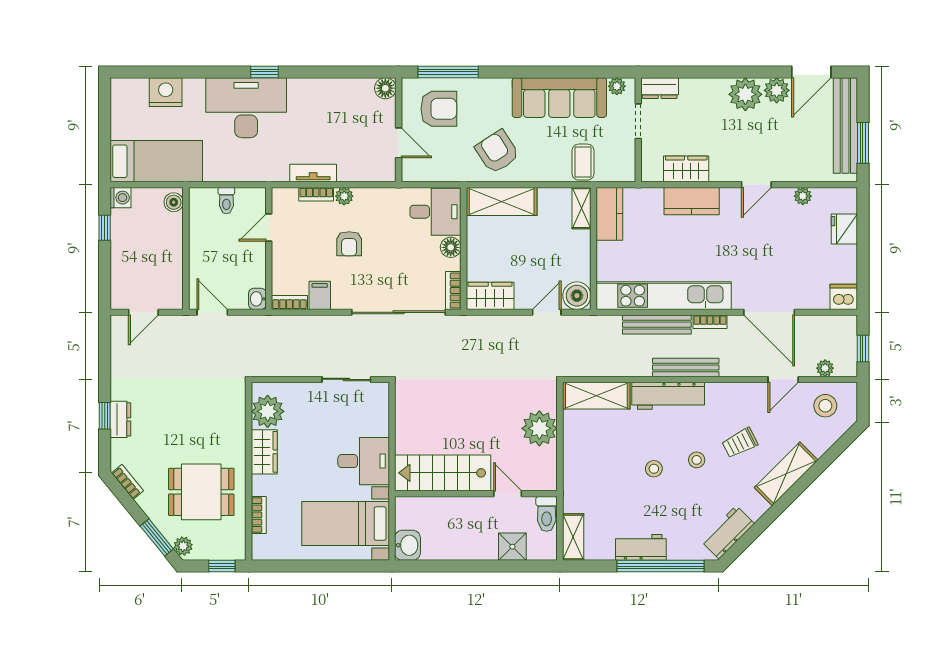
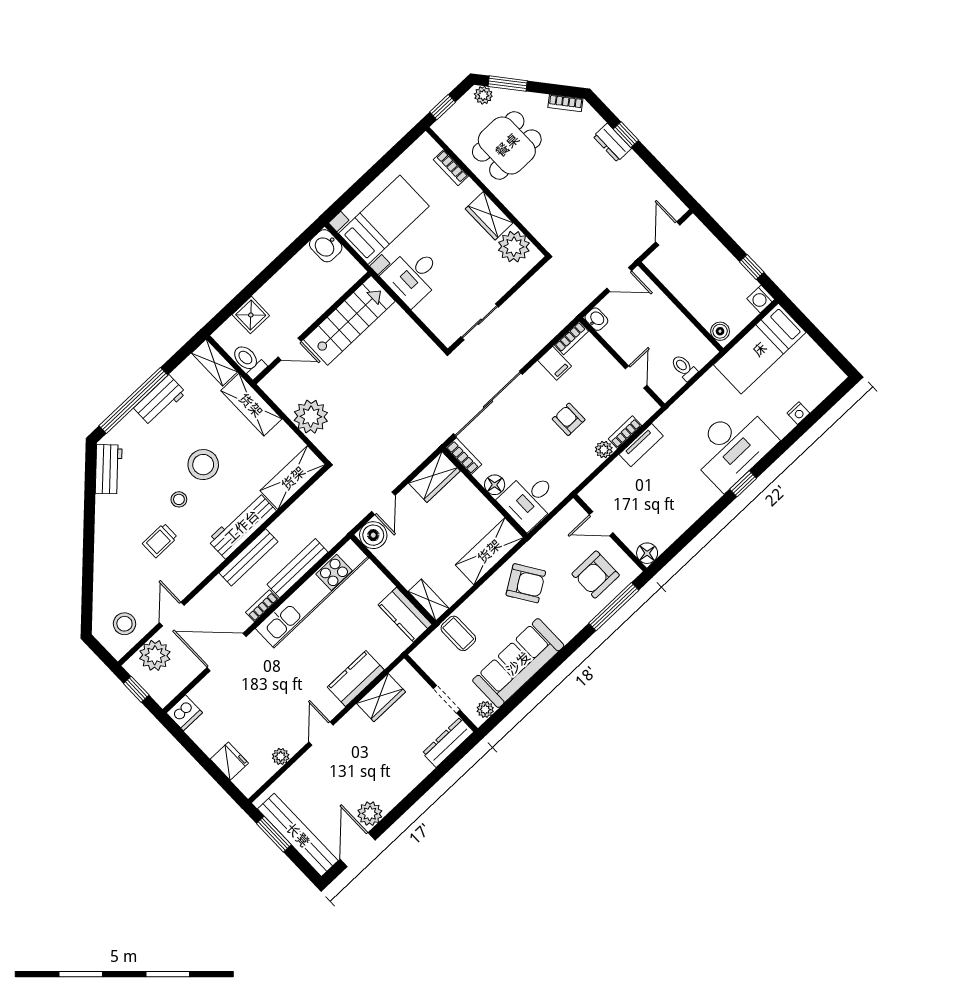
dresser: (660, 88) -> (448, 742), width x1.44
nightstand: (166, 92) -> (798, 413), width x0.53, depth x0.56
plant: (745, 94) -> (389, 790), removed
plant: (825, 368) -> (155, 655), width x1.88, depth x1.88
trolley: (740, 443) -> (160, 540), turned -153
stool: (654, 469) -> (203, 465), width x1.89, depth x1.89
shelving: (786, 474) -> (251, 405), moved, turned -45

